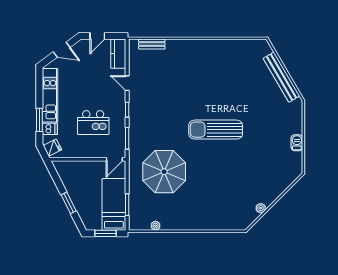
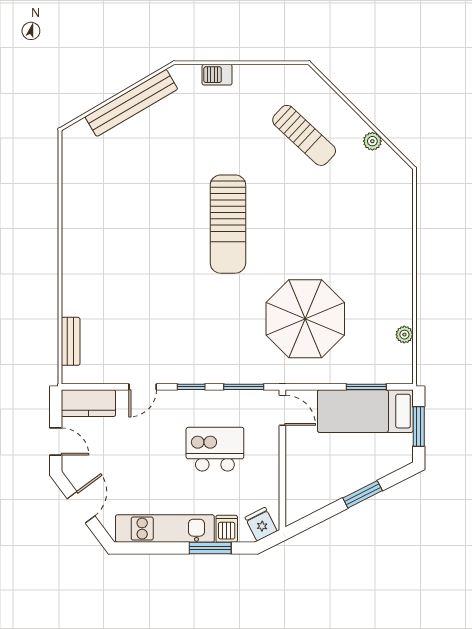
kitchen island: (93, 123) -> (215, 449), turned -90
barbecue: (297, 143) -> (217, 75), moved
sun lounger: (264, 171) -> (304, 135), added

